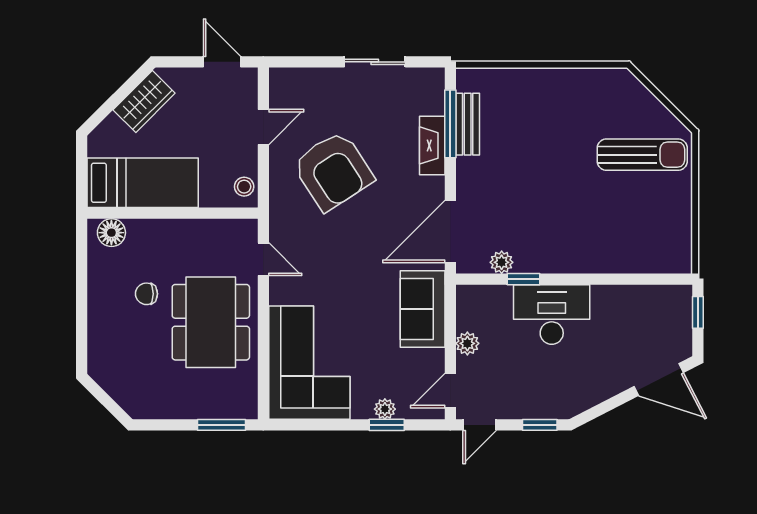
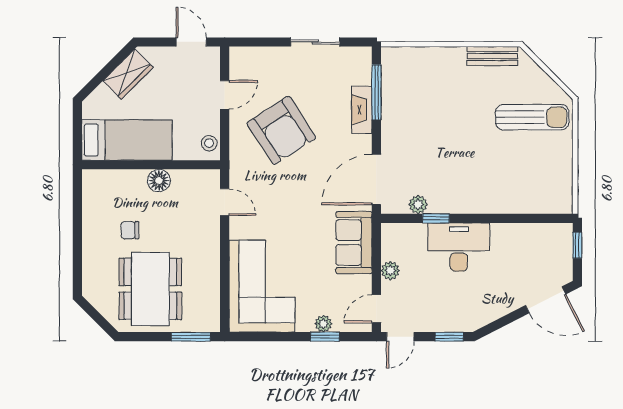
bench: (468, 124) -> (492, 56), moved, turned 90
floor lamp: (111, 233) -> (159, 181), moved
dining table: (211, 322) -> (150, 289), moved

